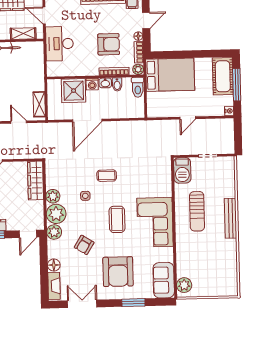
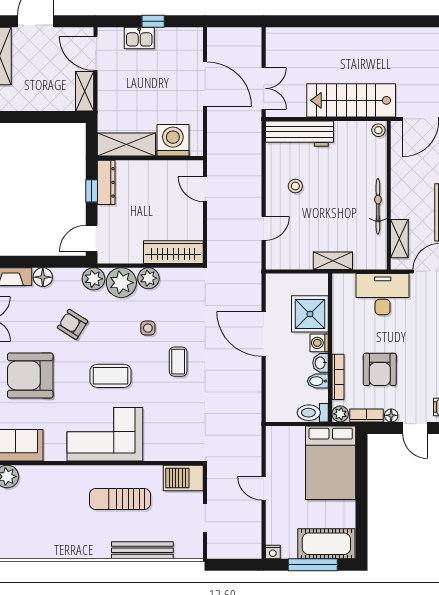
shelving: (39, 104) -> (333, 261), moved
bench: (231, 218) -> (142, 550), moved
door: (28, 234) -> (92, 238), hinge flipped

